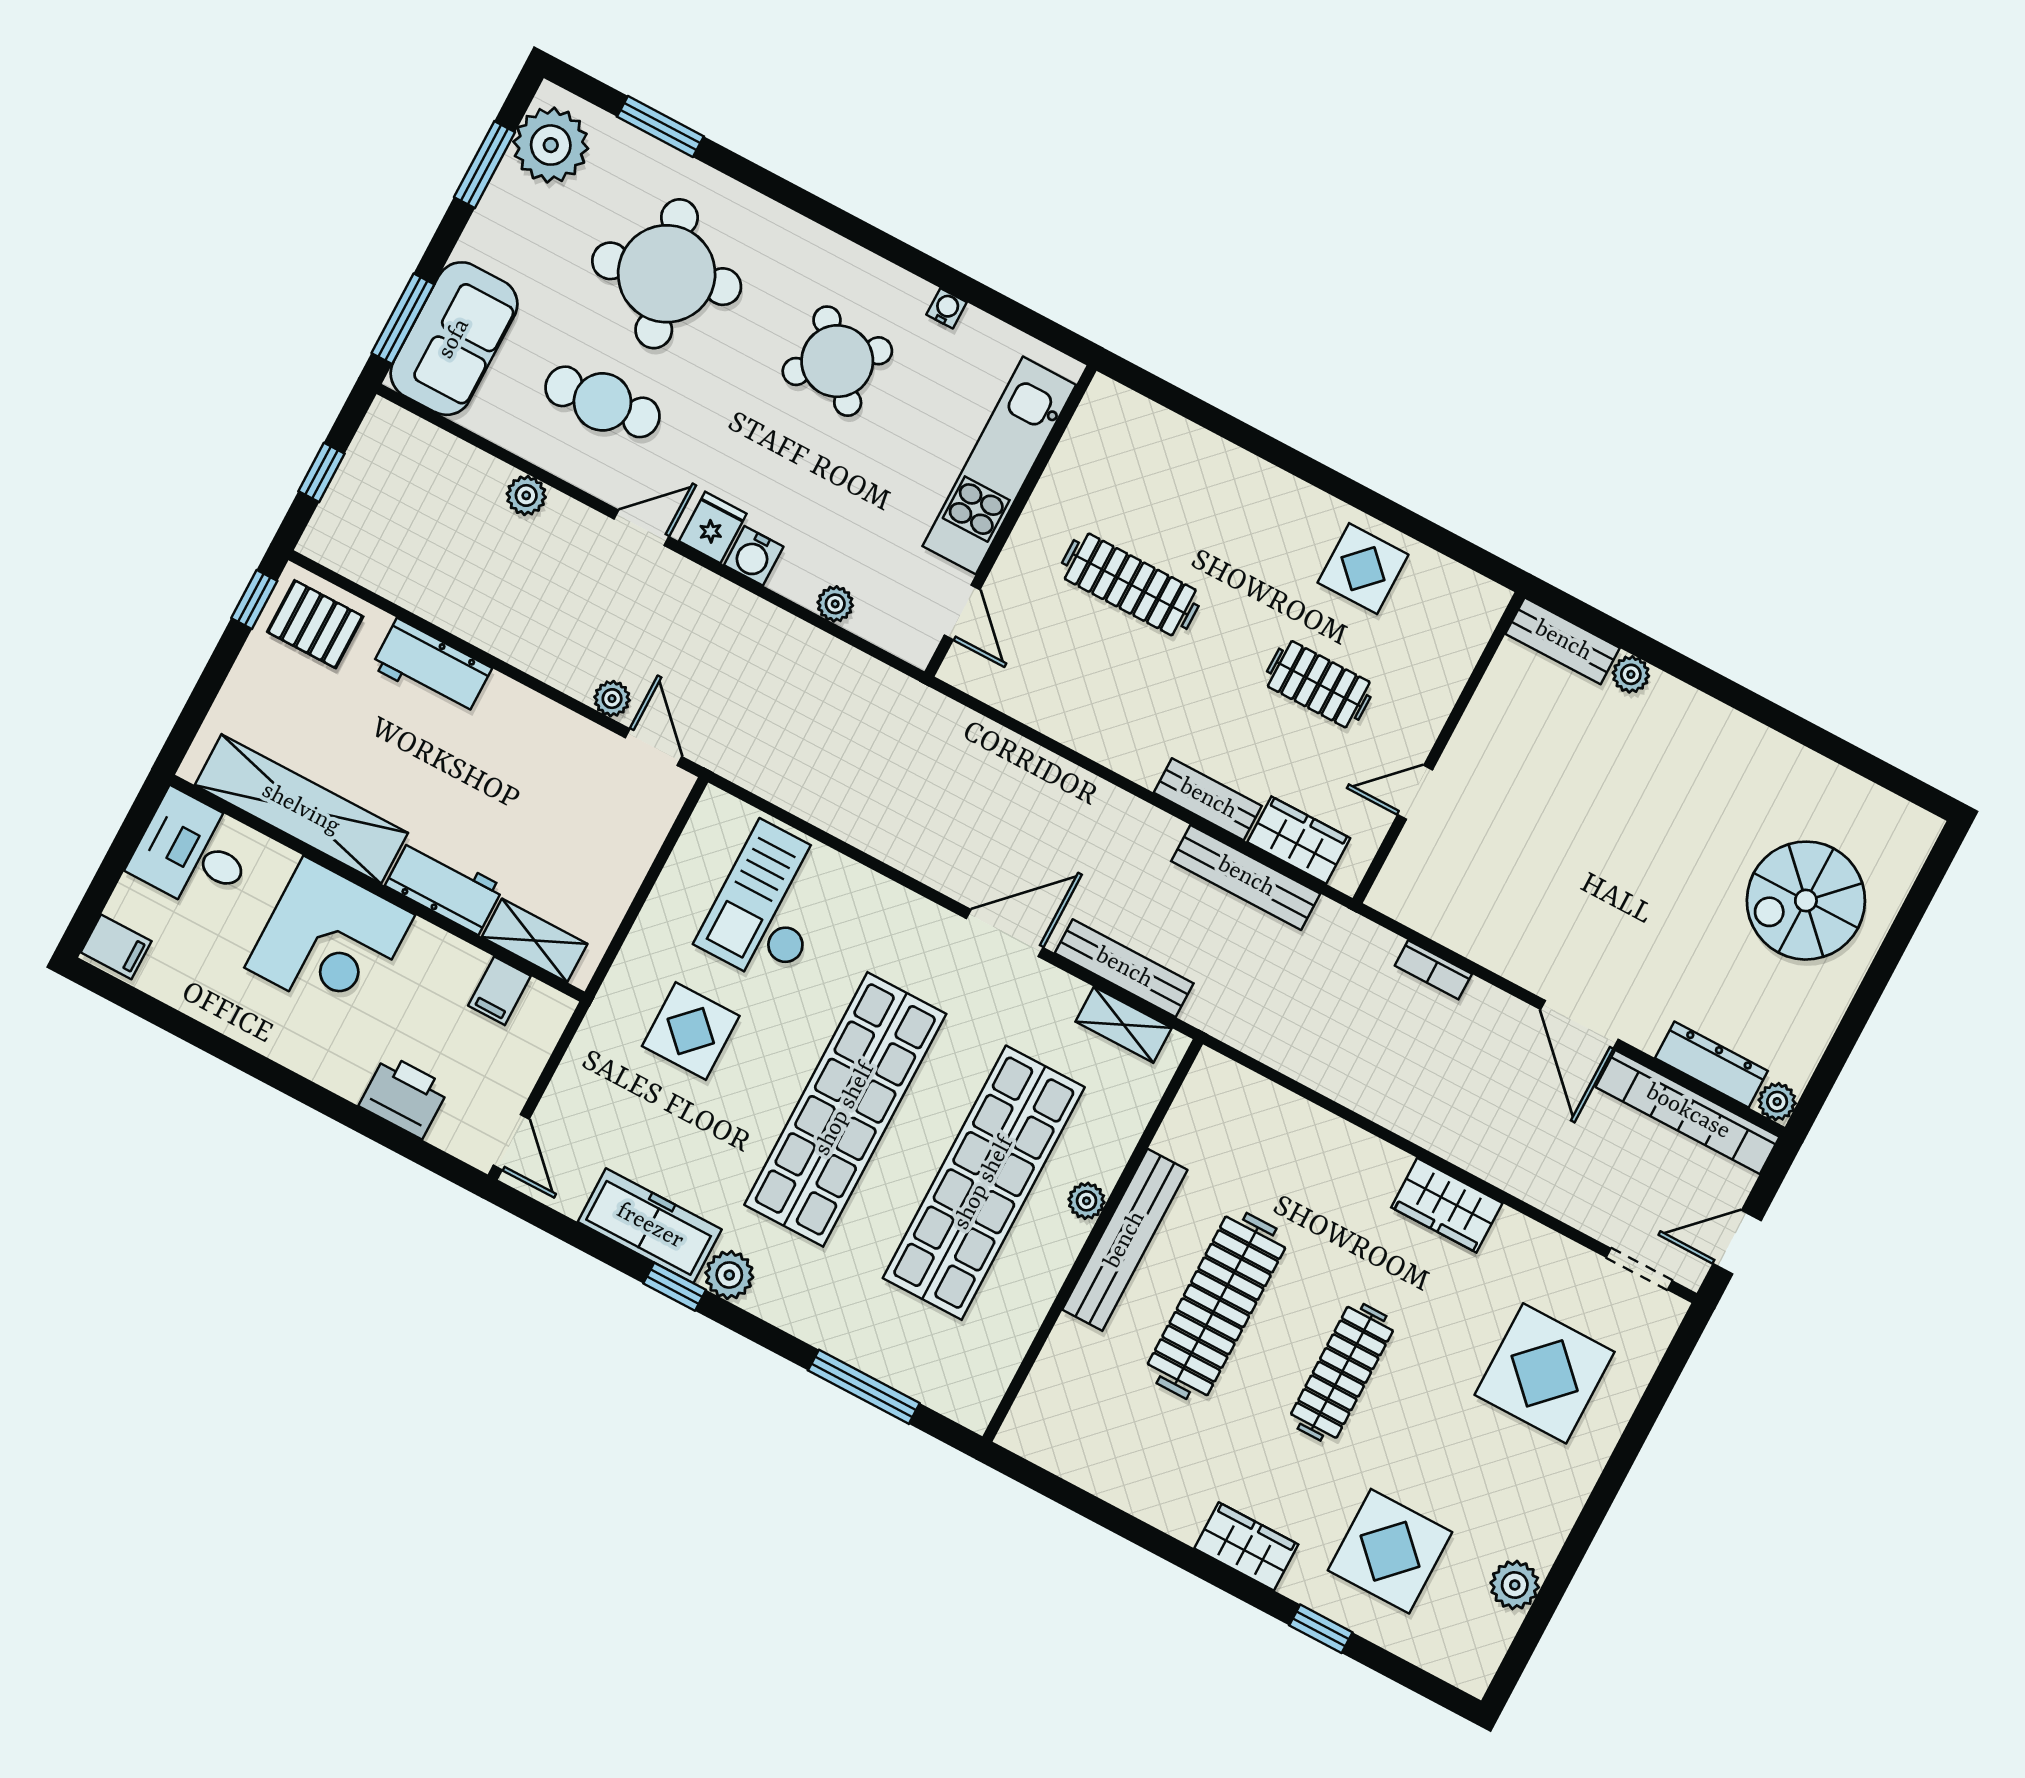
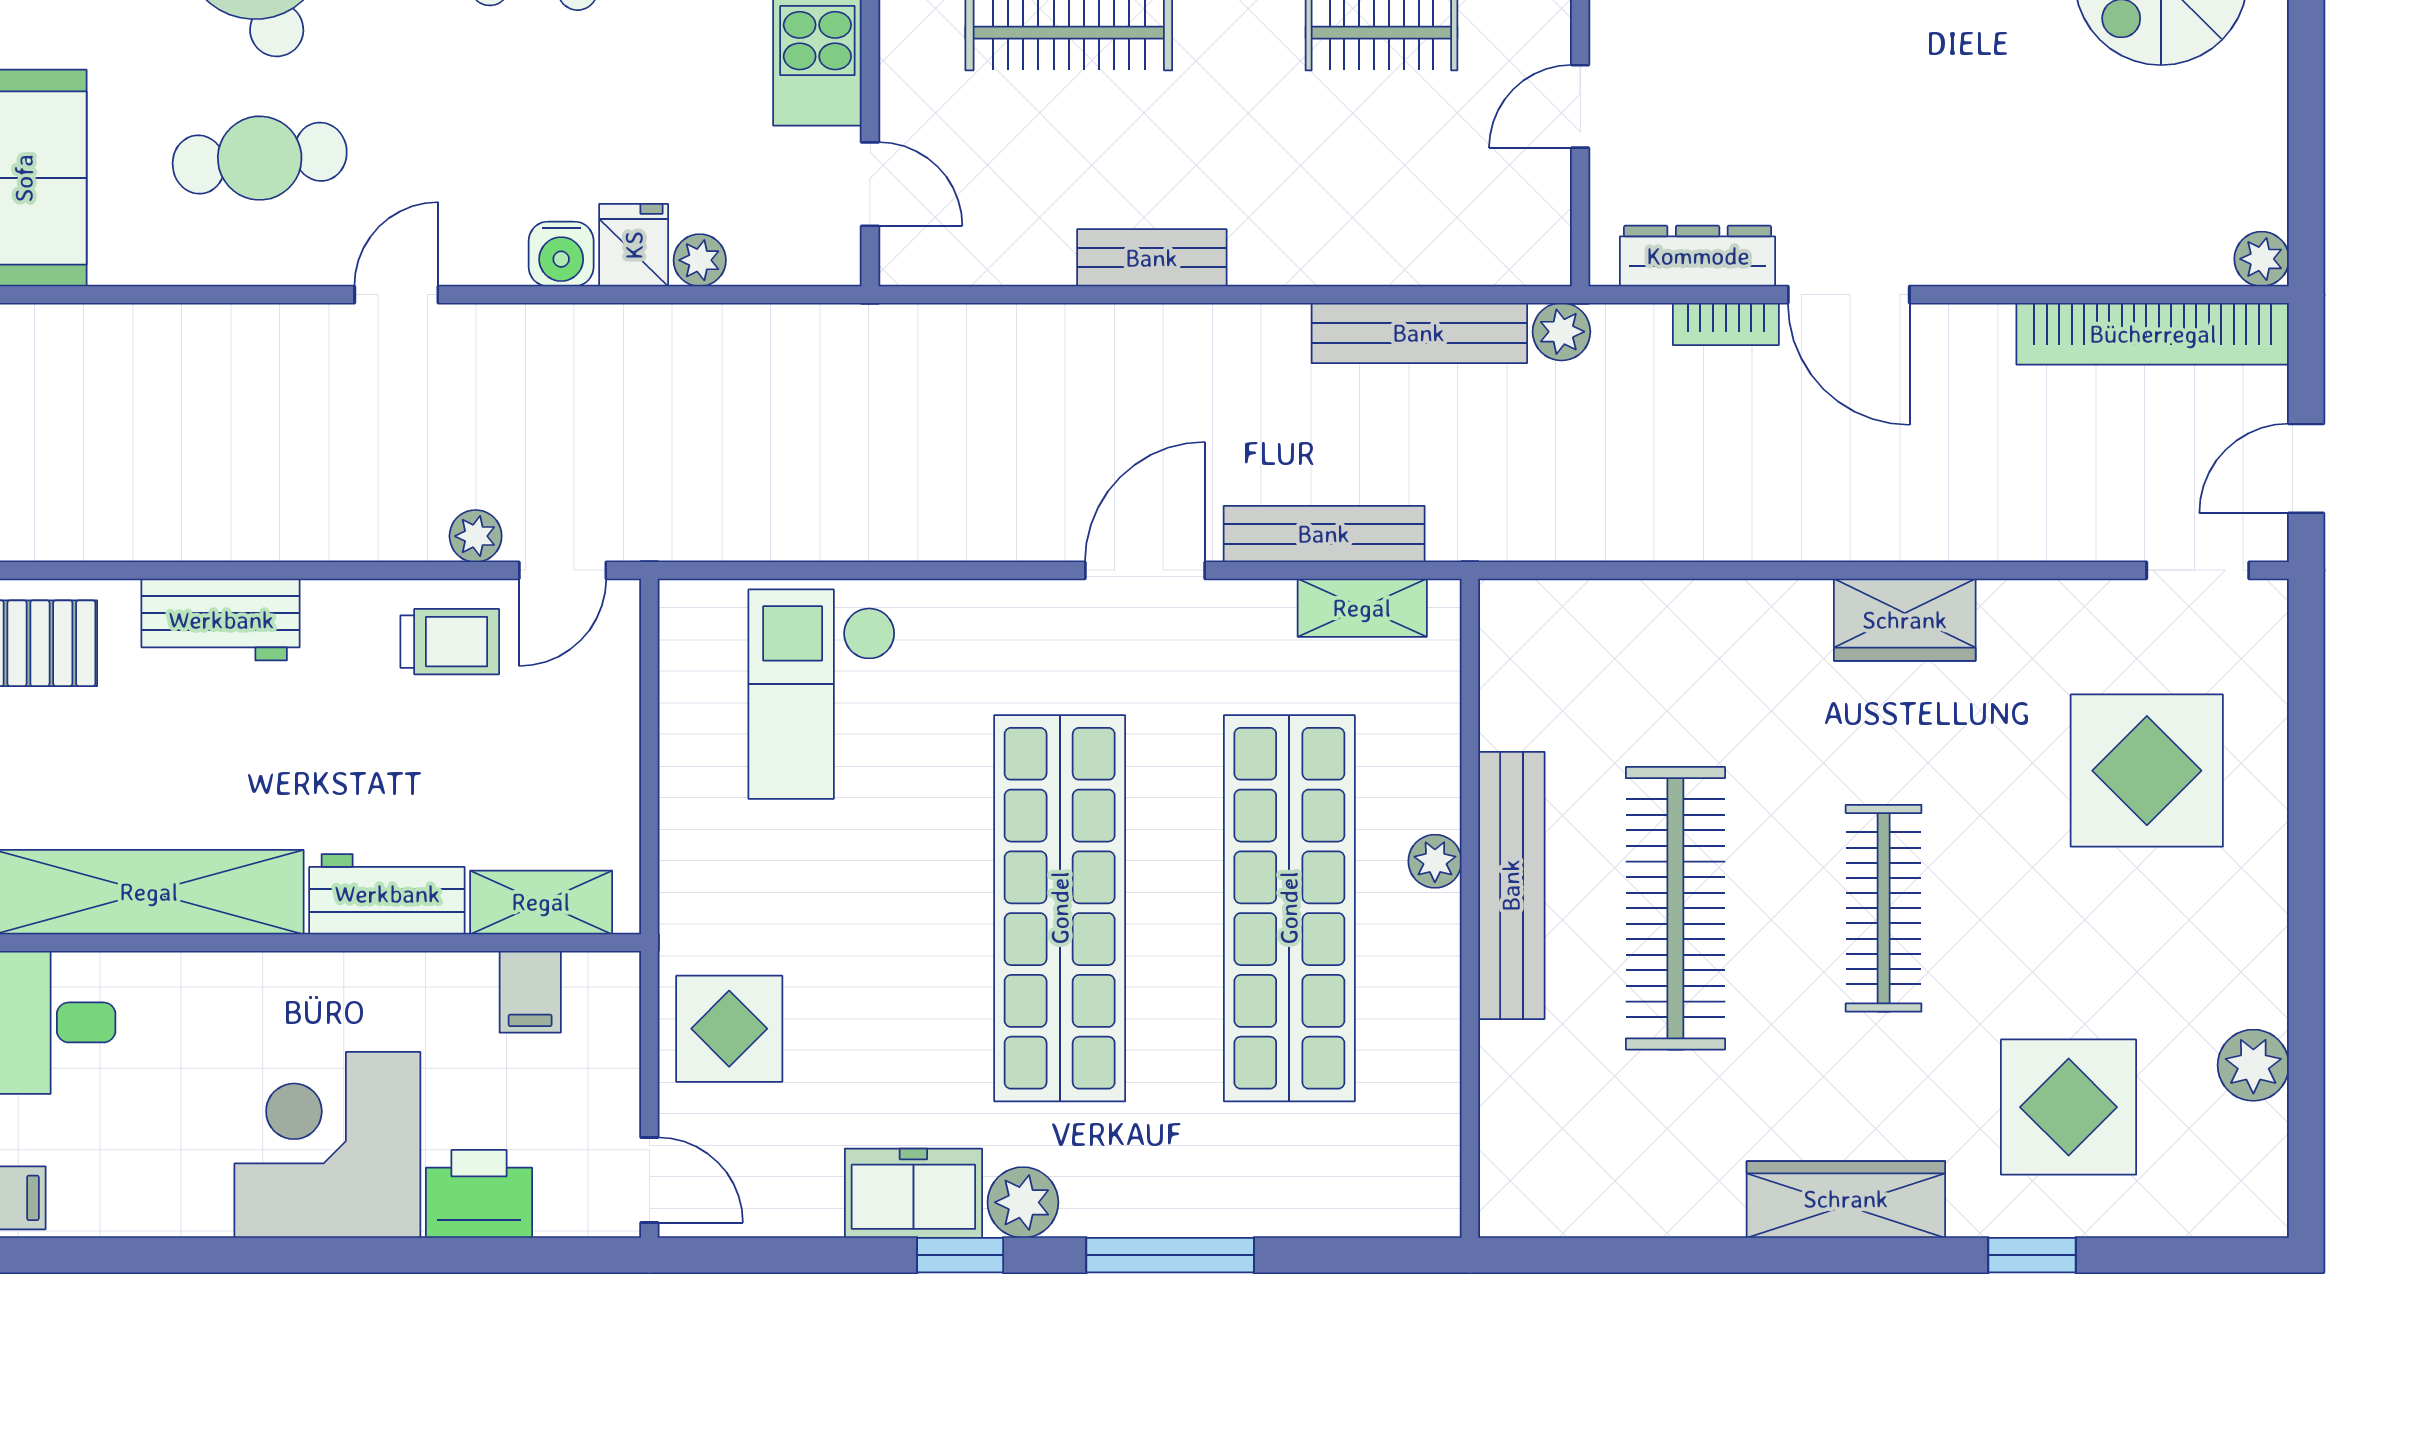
plant: (526, 495) -> (1561, 332), moved
fridge: (713, 527) -> (634, 245), moved
door: (653, 747) -> (563, 570), swing flipped
trolley: (563, 754) -> (450, 642), added
bench: (1208, 799) -> (1152, 258), moved
wardrobe: (1299, 840) -> (1462, 248), removed
corner desk: (330, 941) -> (327, 1145), moved, turned 180
door: (1579, 1024) -> (1849, 295), moved
display table: (691, 1031) -> (729, 1029), moved
dresser: (1711, 1065) -> (1698, 256), moved
freezer: (650, 1226) -> (913, 1193), width x0.71
window: (864, 1387) -> (1170, 1255), moved
wardrobe: (1246, 1546) -> (1846, 1199), width x1.50

